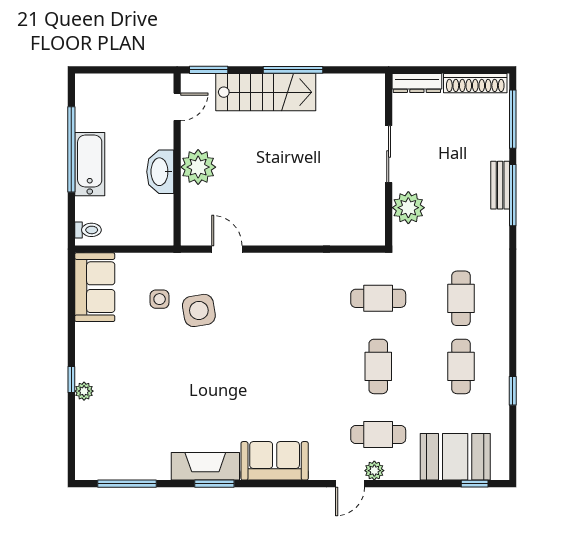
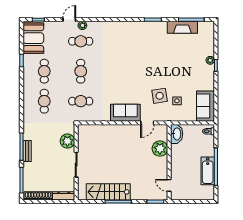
stairs: (266, 92) -> (108, 192), moved
door: (177, 107) -> (169, 185), hinge flipped
bathtub: (90, 164) -> (208, 171), moved
plant: (198, 167) -> (160, 149), moved
washbasin: (160, 172) -> (177, 134), moved
door: (227, 249) -> (147, 123), hinge flipped
booth: (455, 457) -> (33, 38), moved, turned 90
sofa: (275, 461) -> (125, 113), moved, turned 180
fireplace: (205, 466) -> (182, 27), moved
door: (350, 484) -> (69, 20), moved

